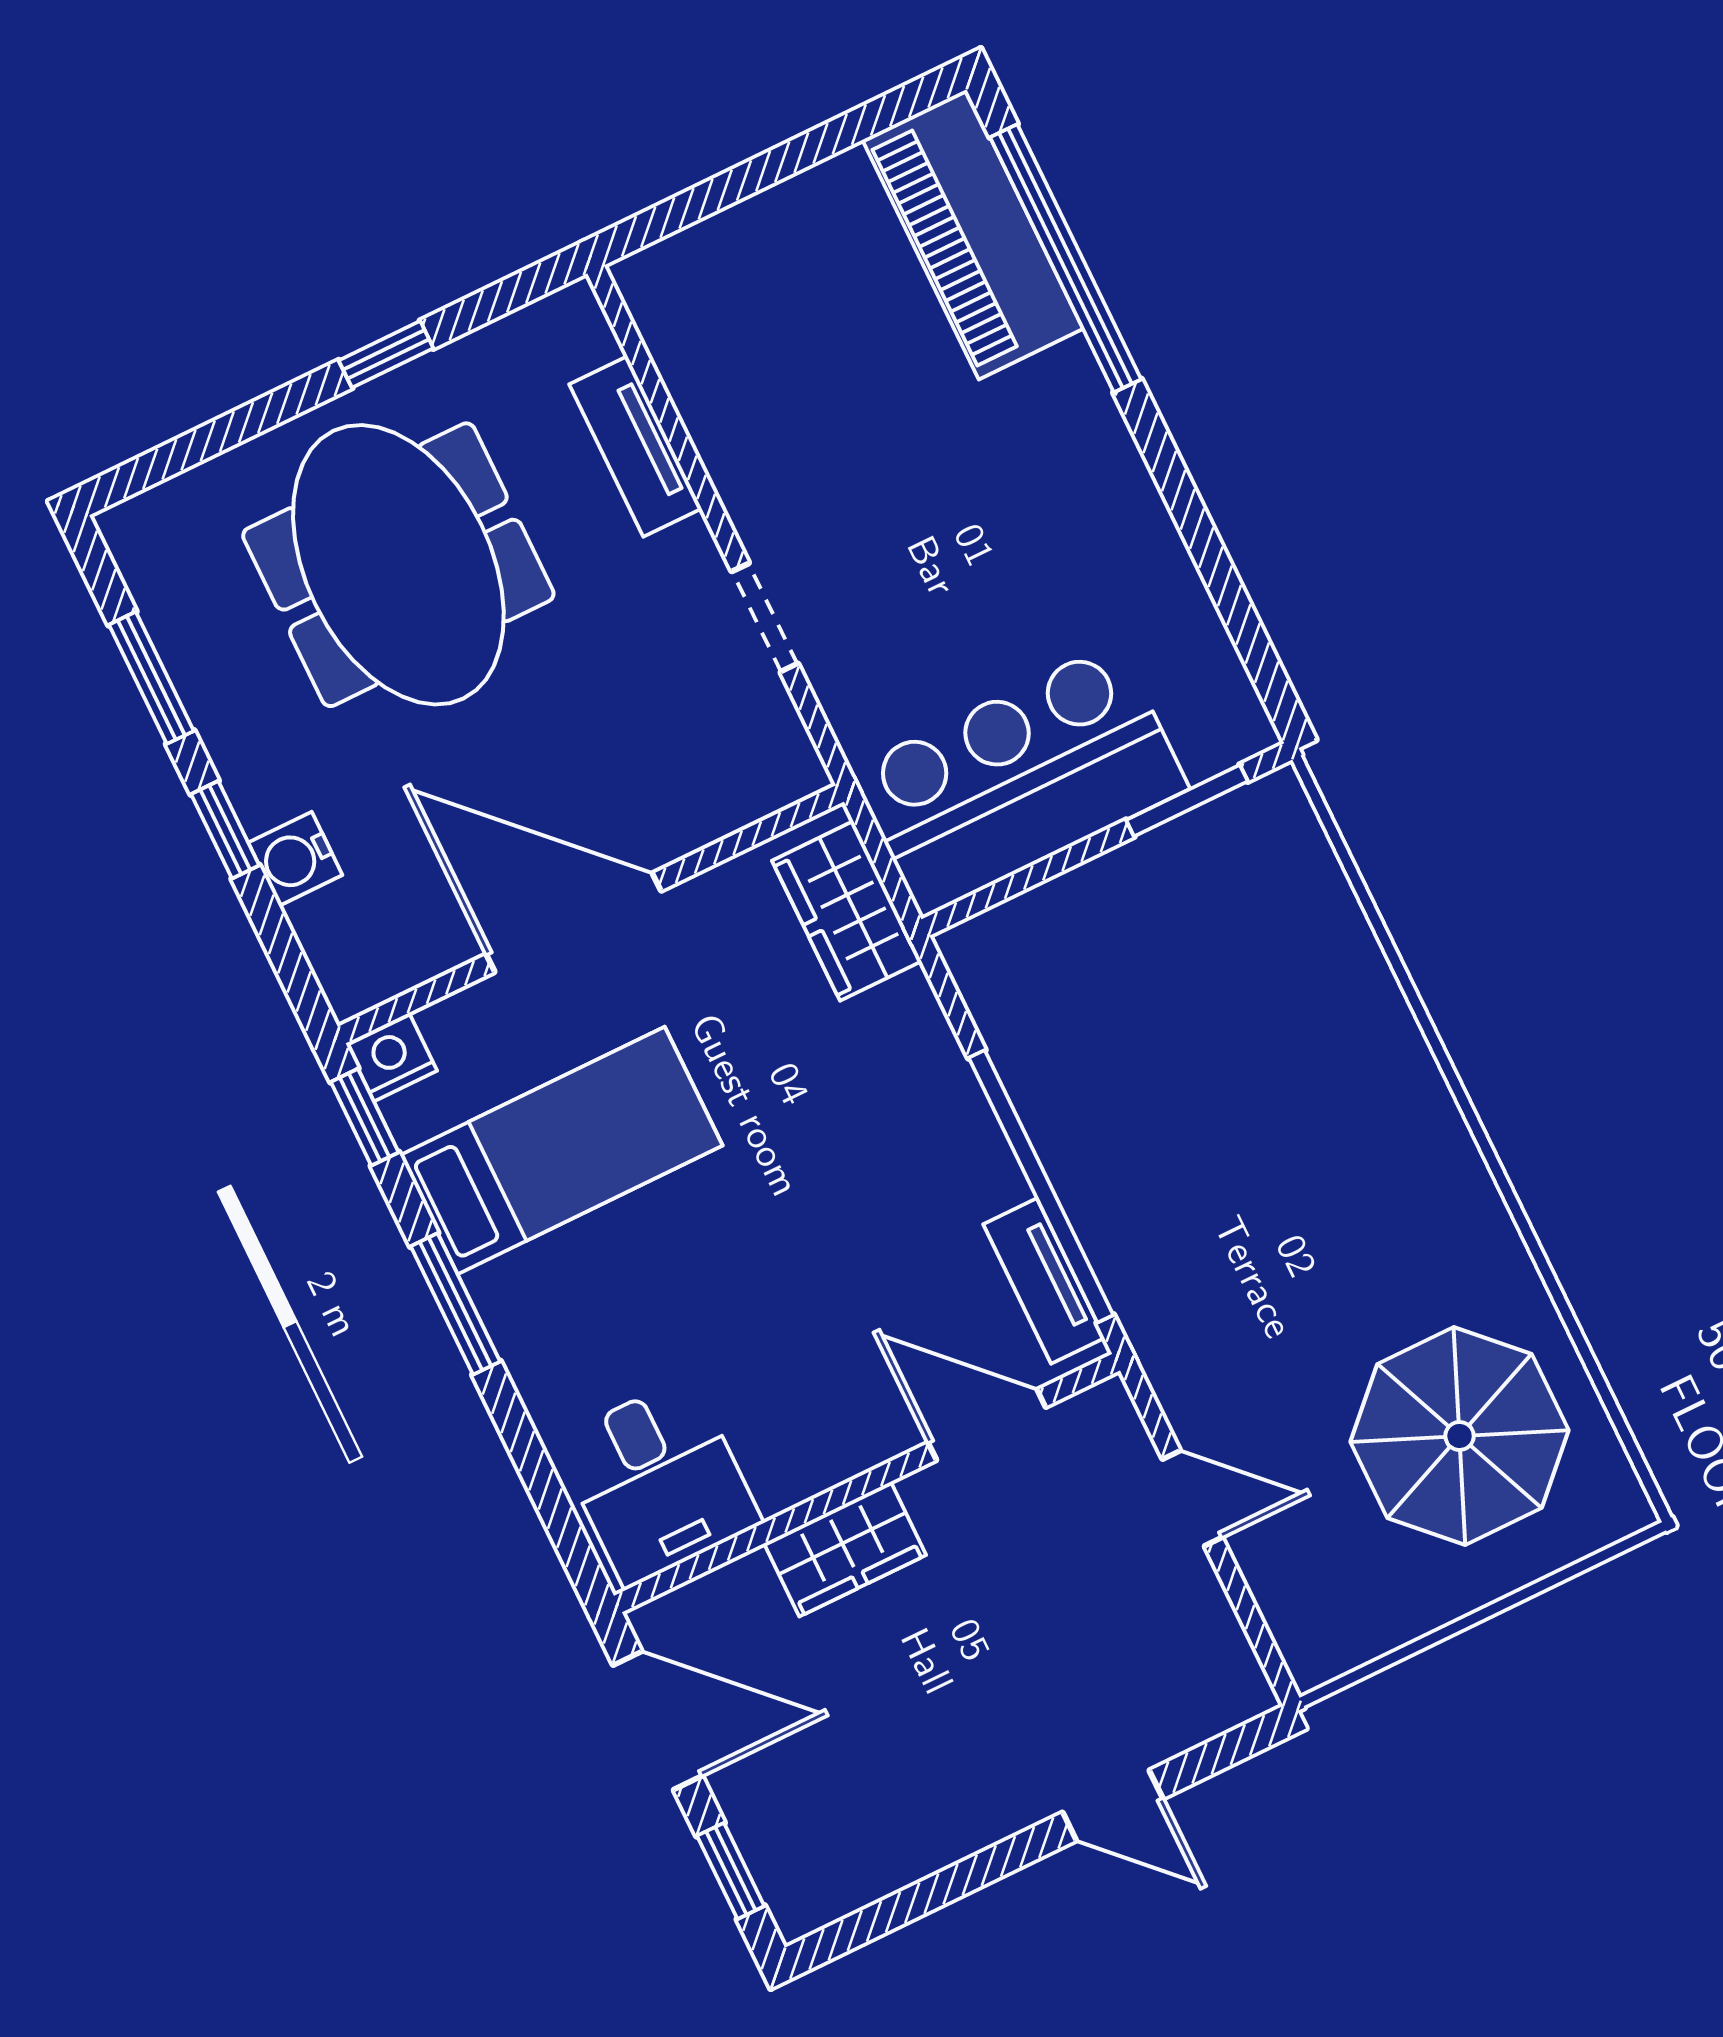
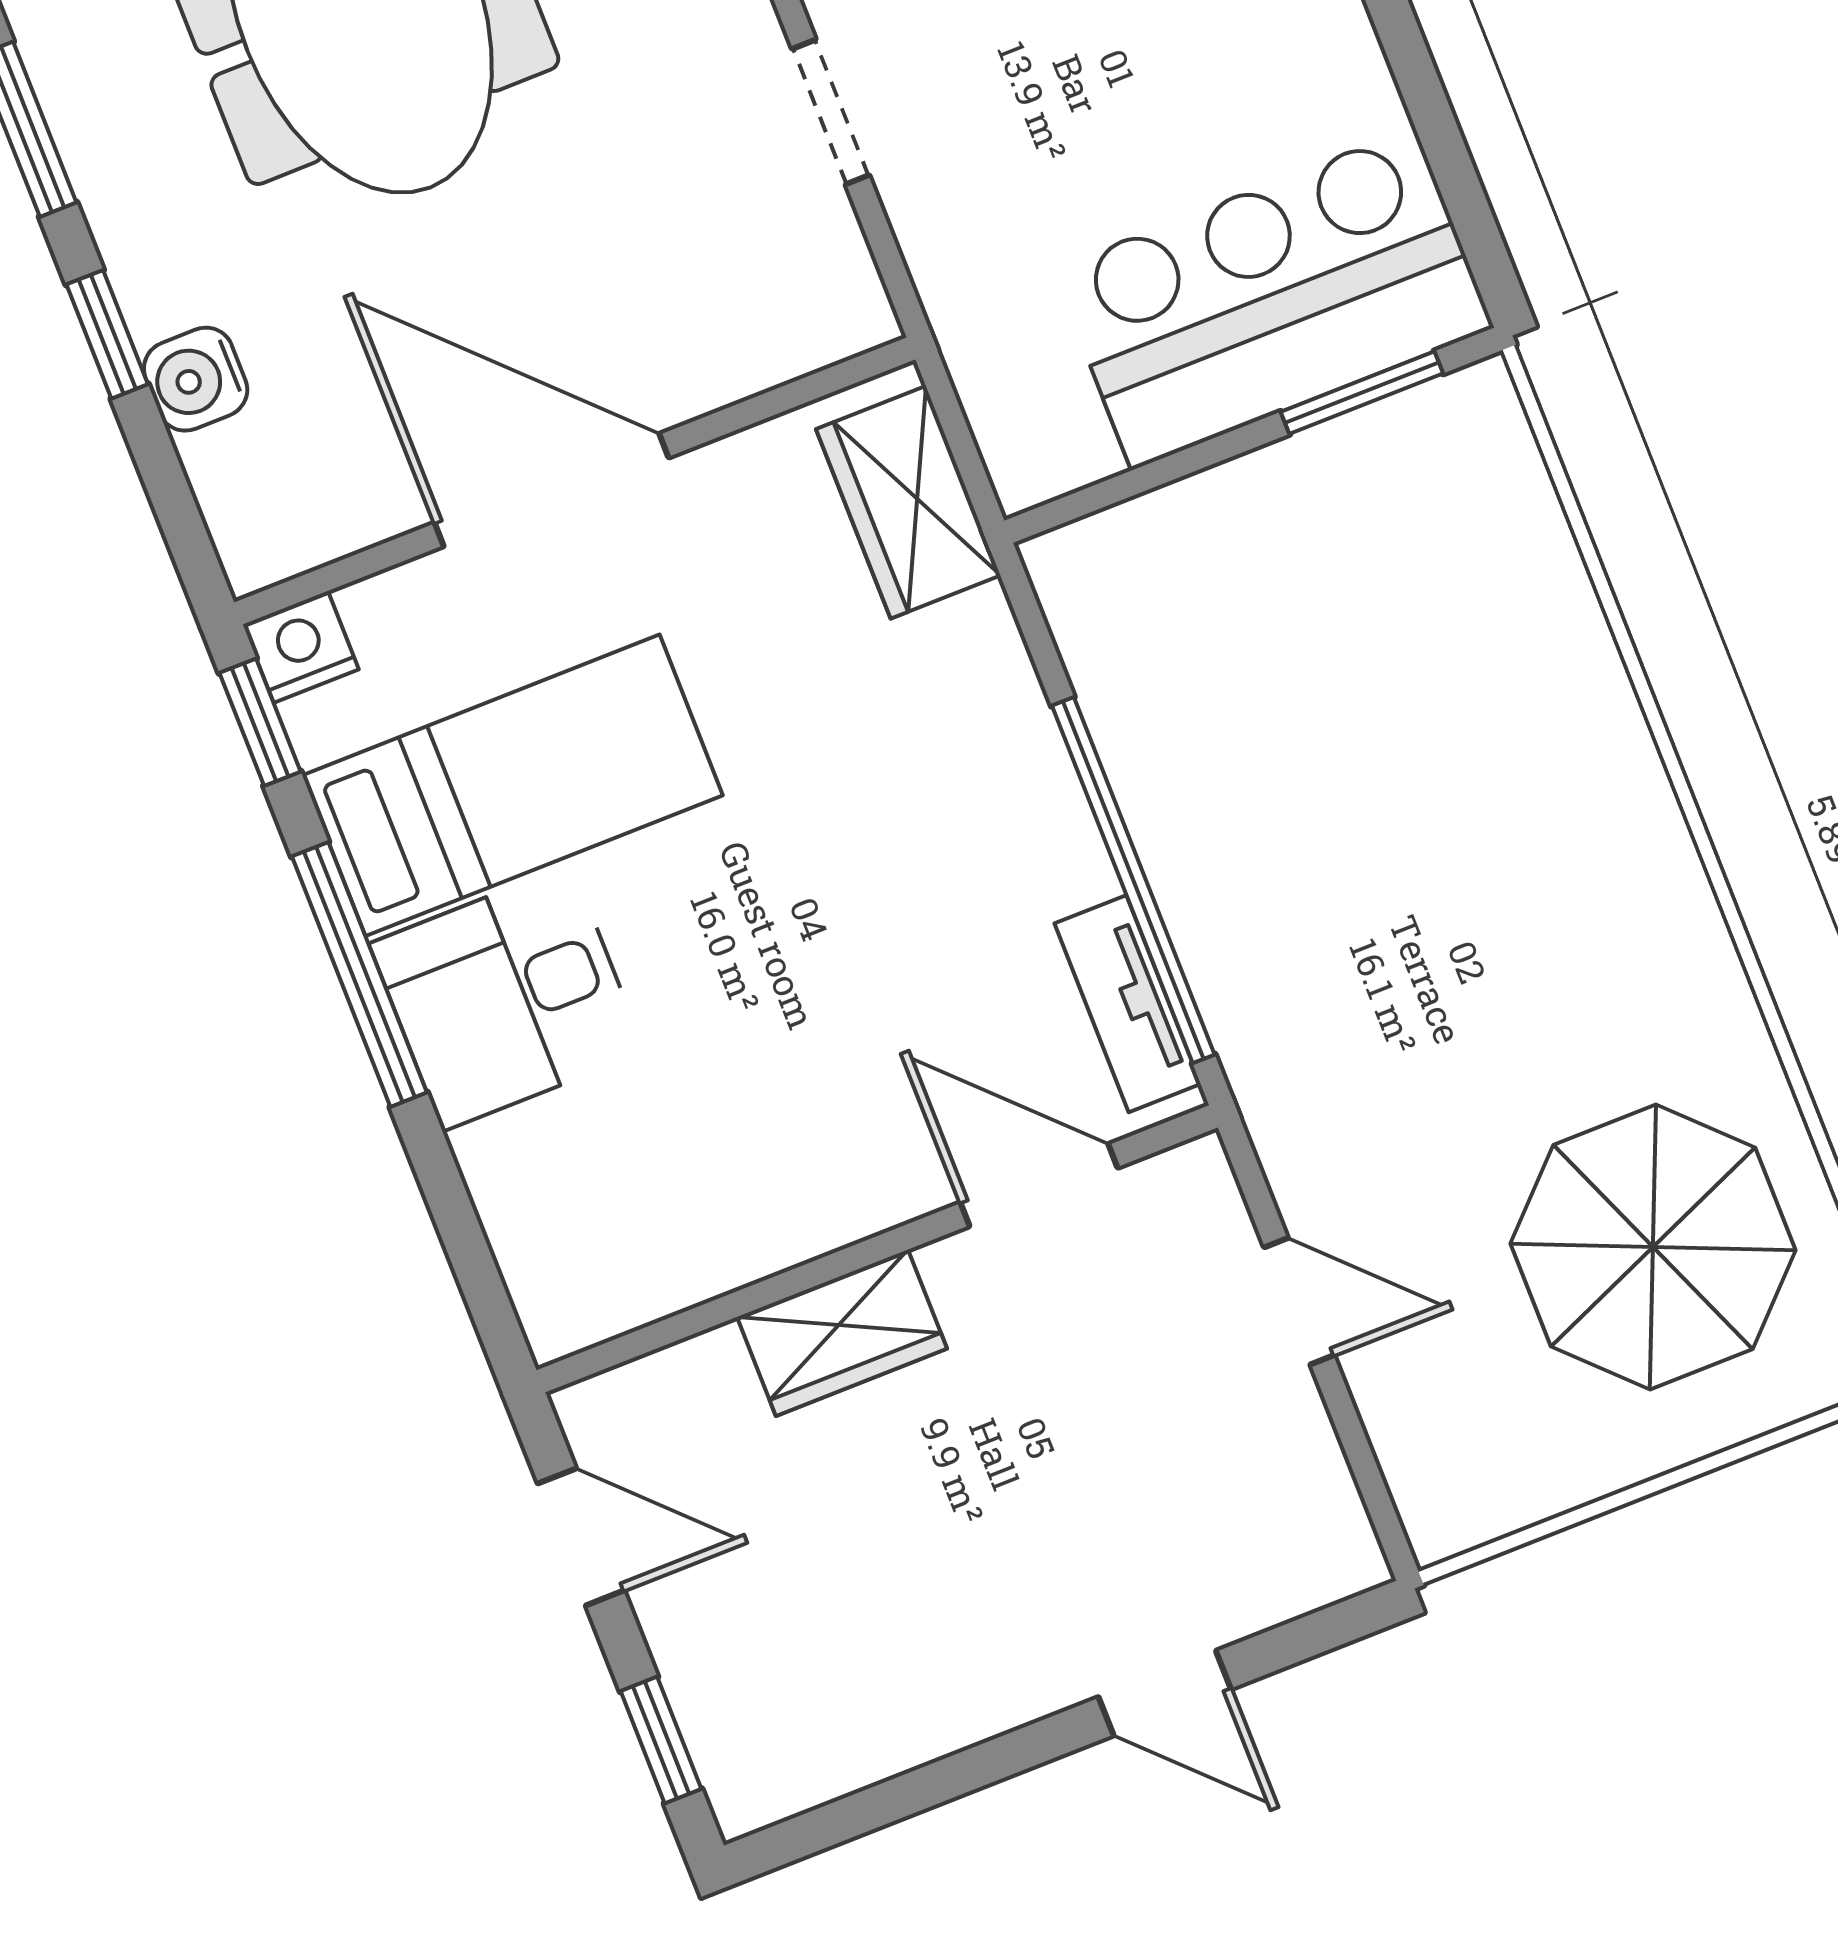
bar counter: (1020, 779) -> (1273, 298), moved
window: (455, 1304) -> (359, 974), width x1.44
desk: (658, 1482) -> (507, 998), moved, turned 90
door: (658, 1720) -> (581, 1537), width x0.73

